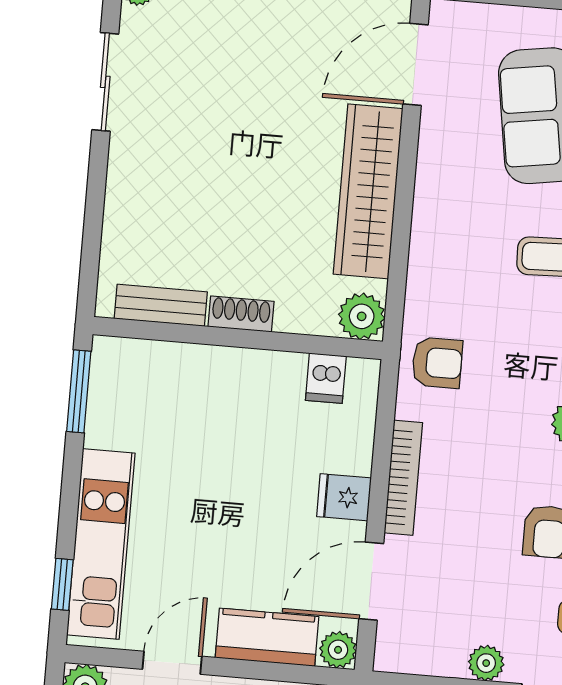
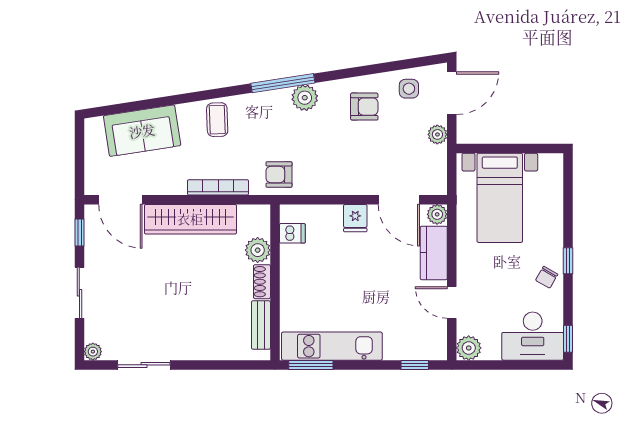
plant: (362, 316) -> (258, 250), moved
armchair: (437, 363) -> (279, 174), turned -90
bookcase: (403, 478) -> (218, 187), moved
kitchen unit: (101, 544) -> (332, 346), moved

